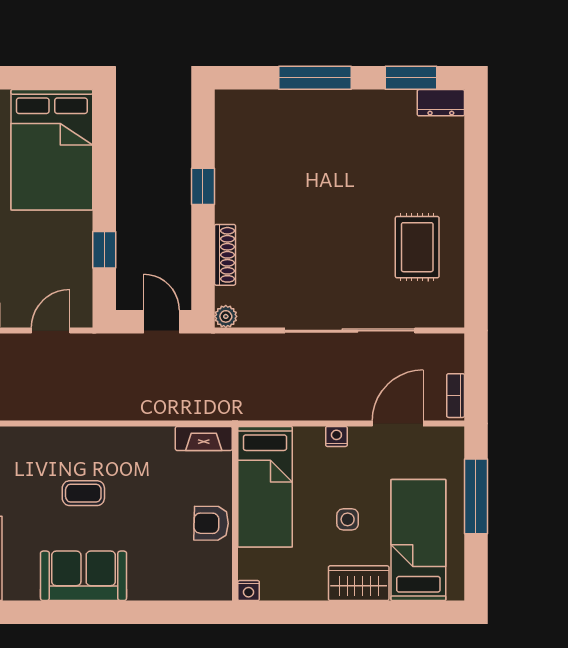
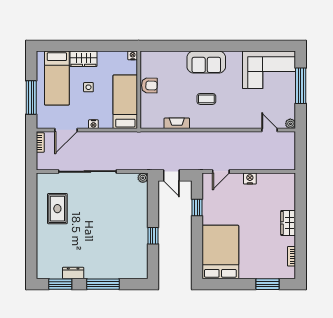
dresser: (441, 103) -> (73, 273), moved
shoe rack: (225, 255) -> (143, 205), removed
fireplace: (204, 438) -> (177, 123), moved

